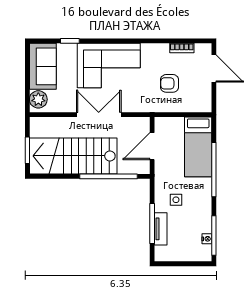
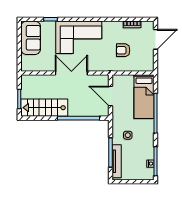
door: (214, 68) -> (155, 39), hinge flipped
plant: (38, 99) -> (27, 62), removed
door: (152, 146) -> (110, 96), hinge flipped
stairs: (73, 156) -> (44, 108), width x0.73, depth x0.66
tv unit: (161, 229) -> (117, 161), width x1.41

